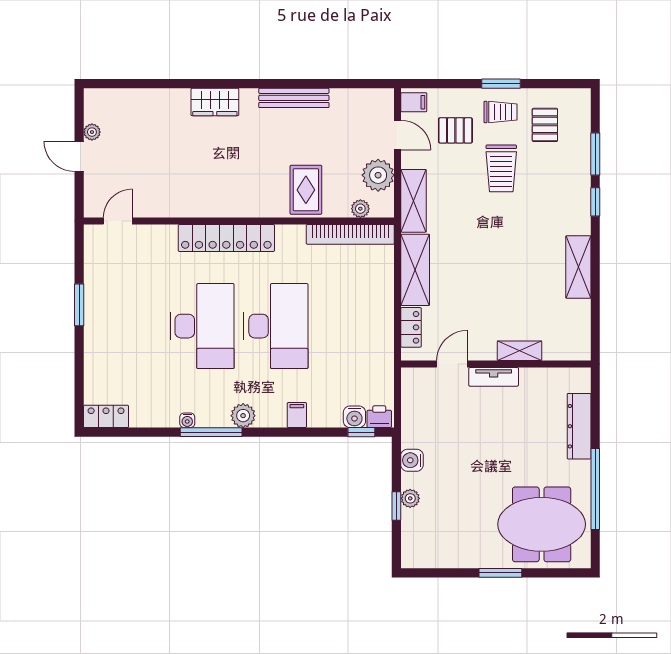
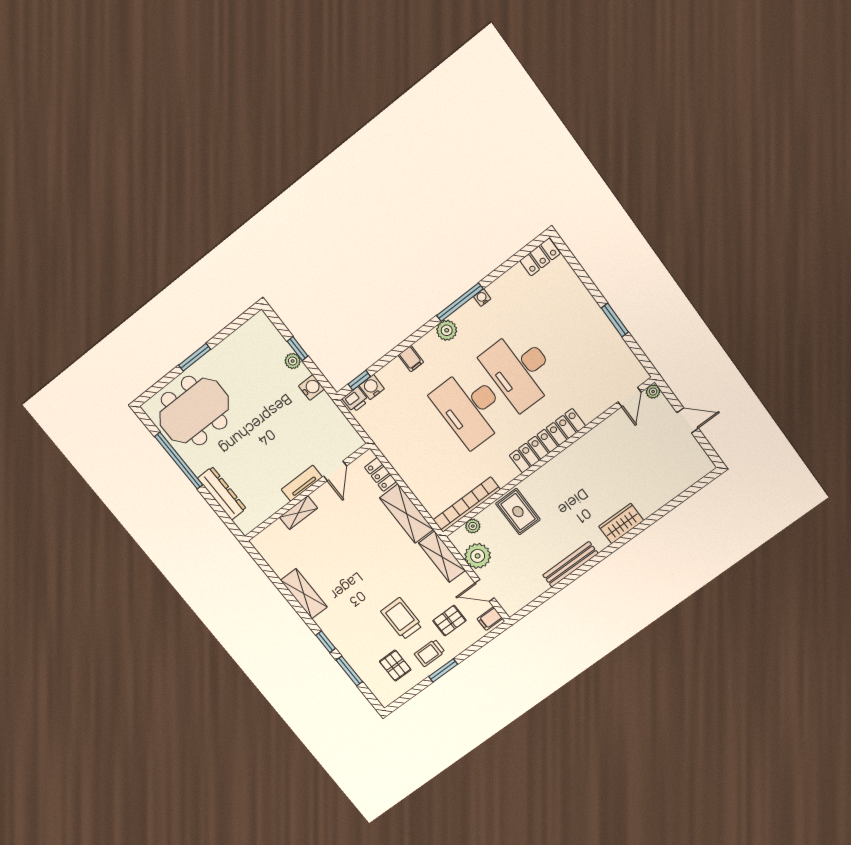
plant: (92, 132) -> (653, 392), moved

